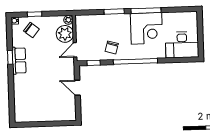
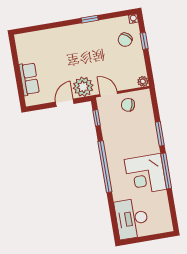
plant: (65, 34) -> (83, 87), moved
chair: (112, 47) -> (128, 105), moved
row of seats: (19, 61) -> (29, 79), moved, turned -90

